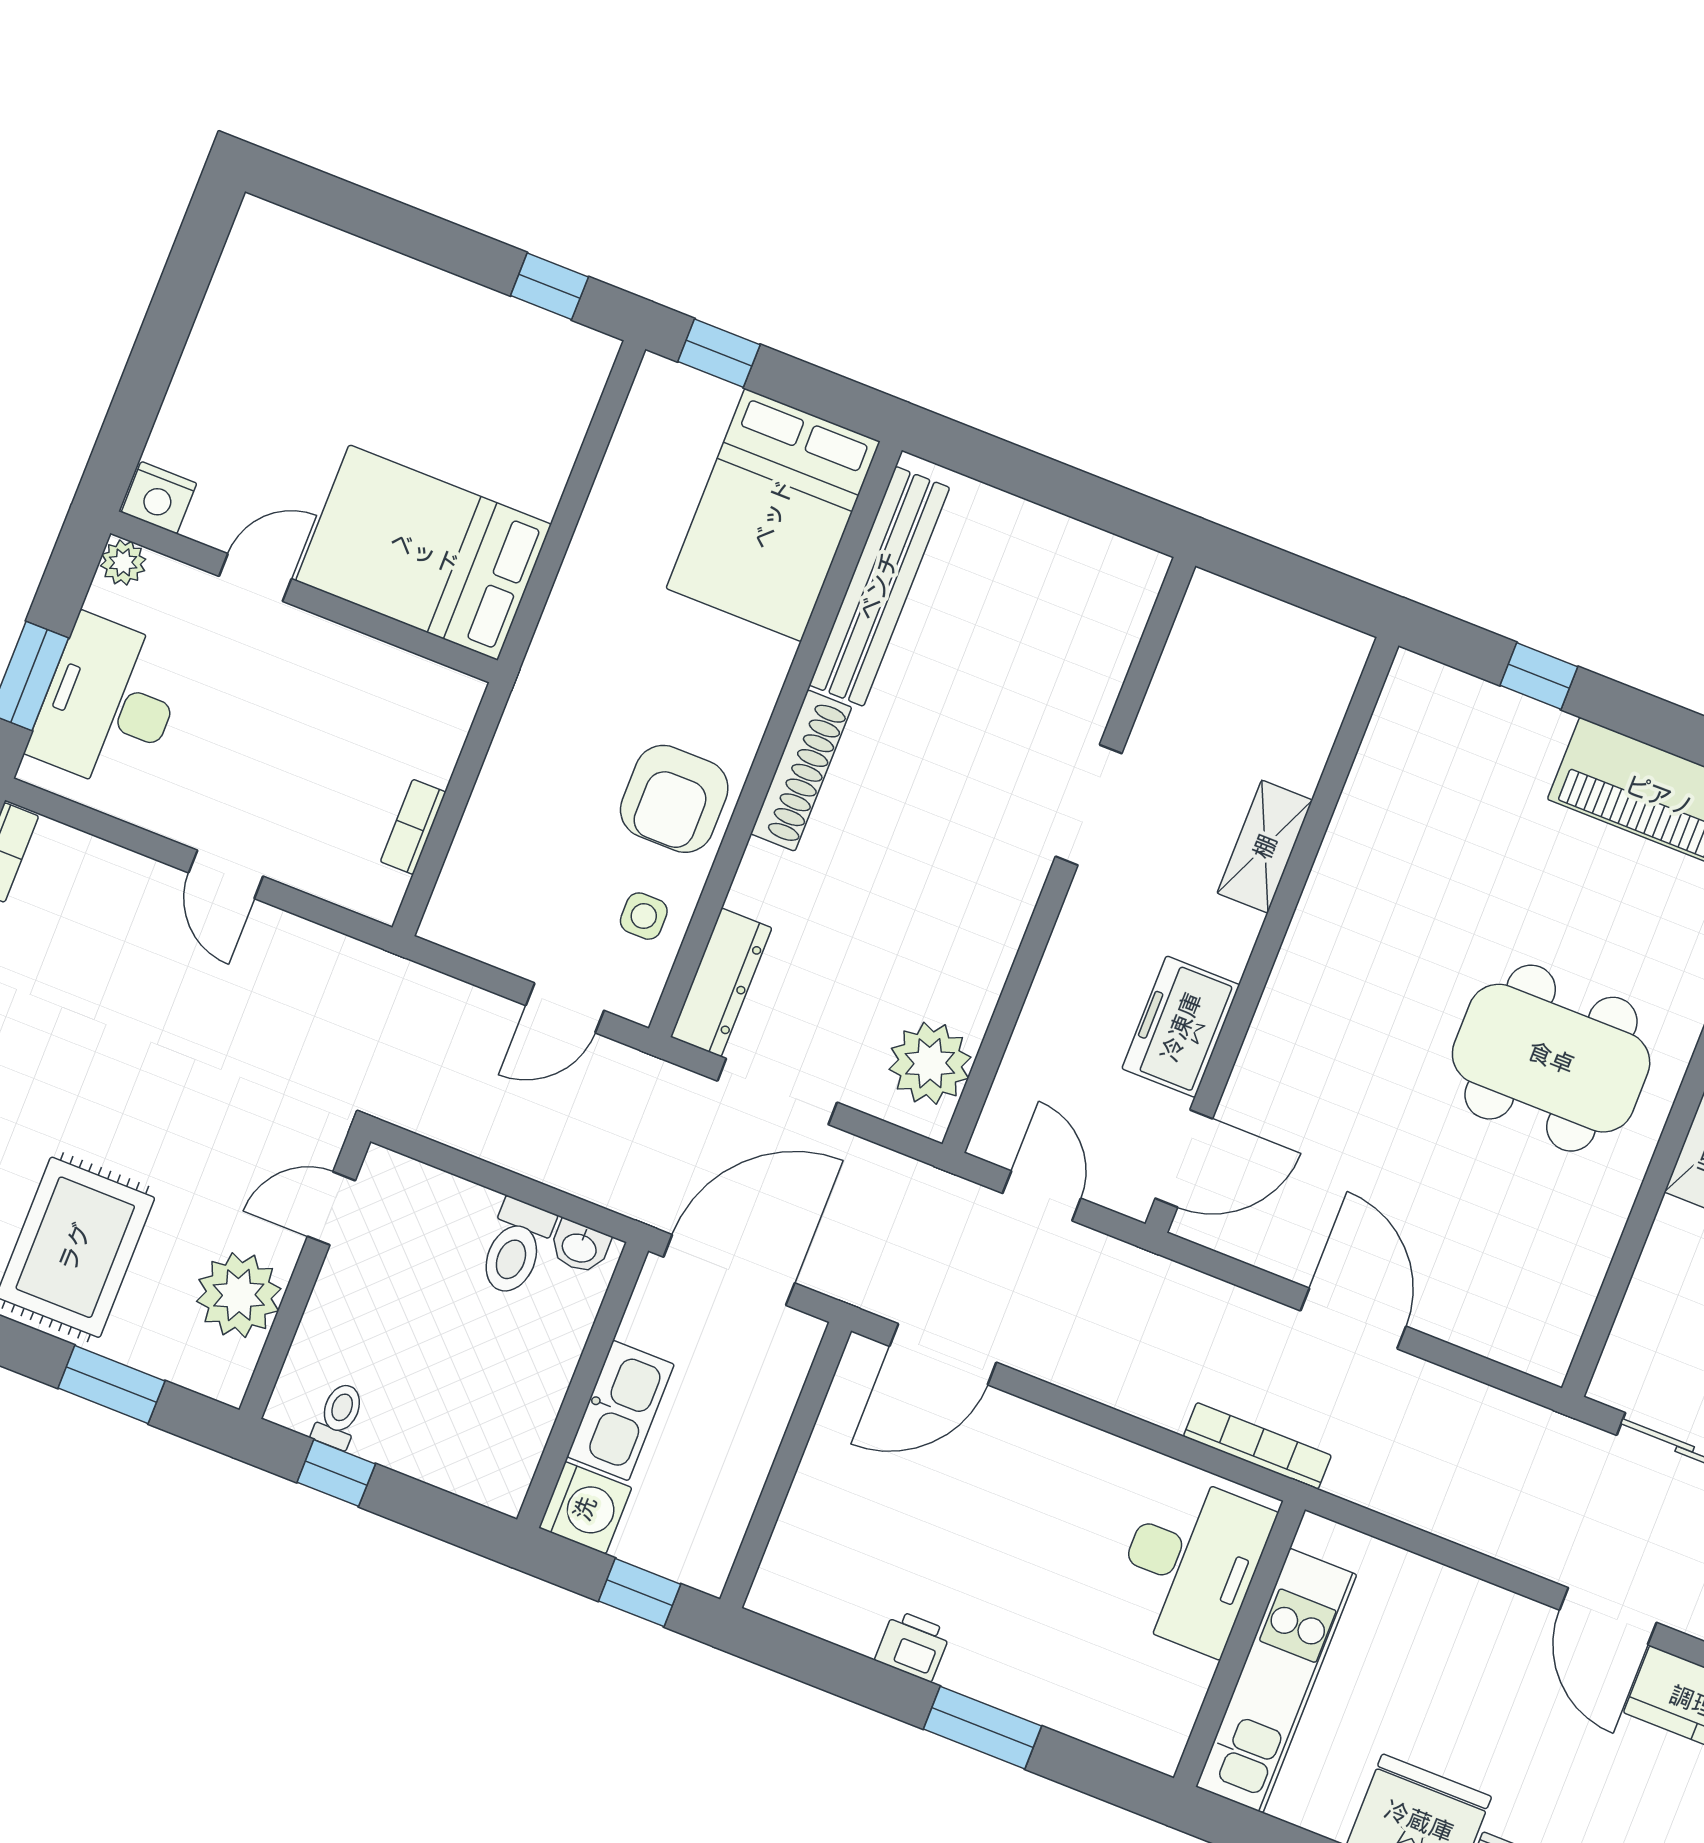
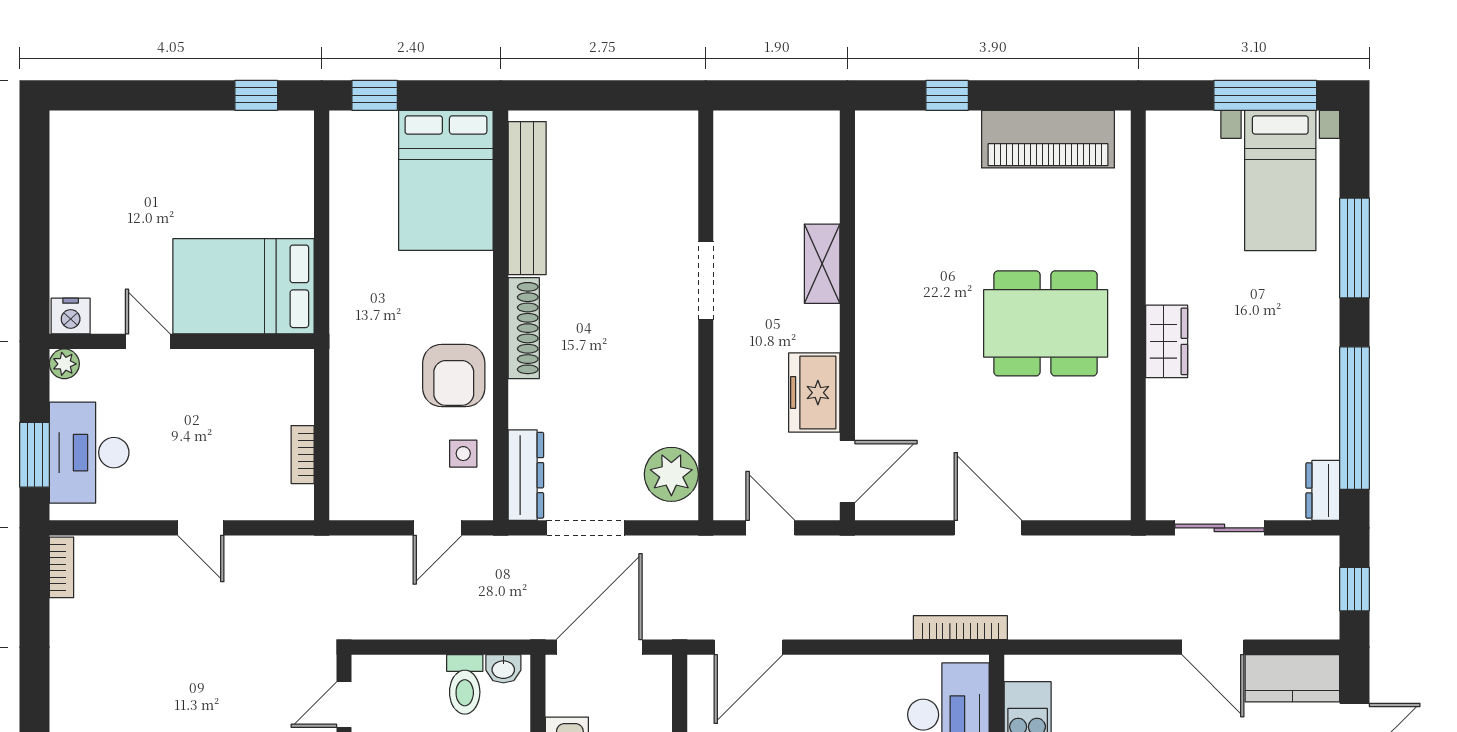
door: (255, 578) -> (148, 341), hinge flipped

